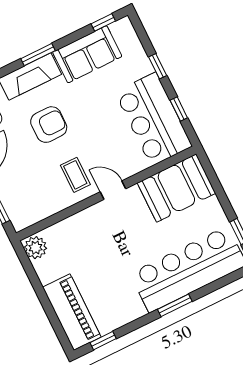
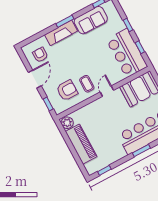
armchair: (49, 125) -> (67, 90), moved
door: (113, 190) -> (107, 91), hinge flipped
piano: (72, 312) -> (81, 144), moved

